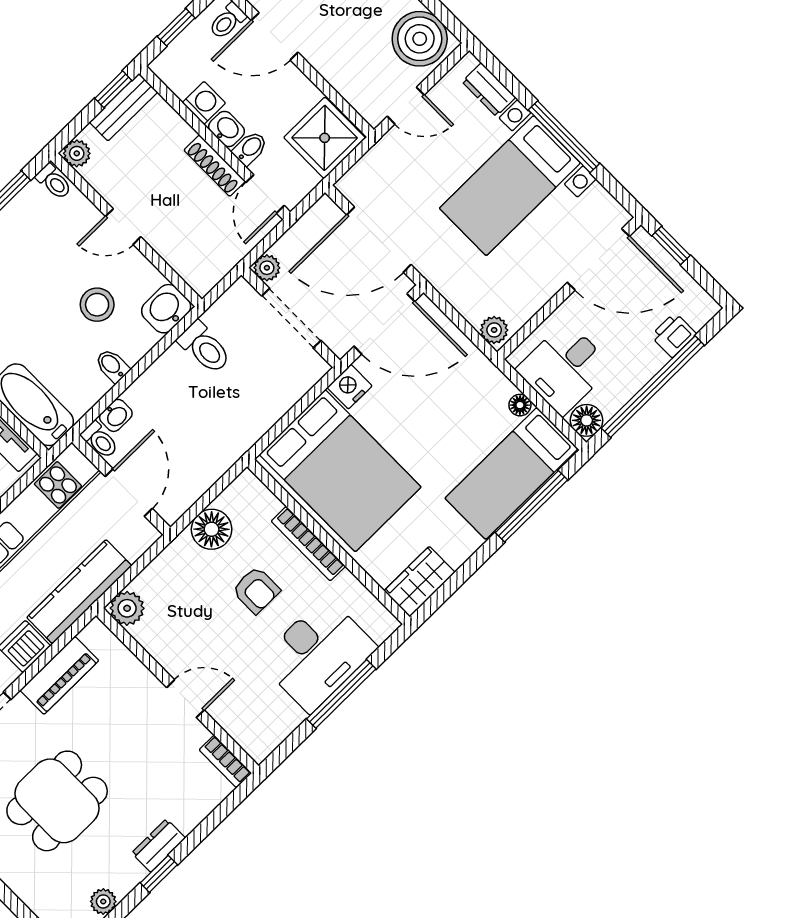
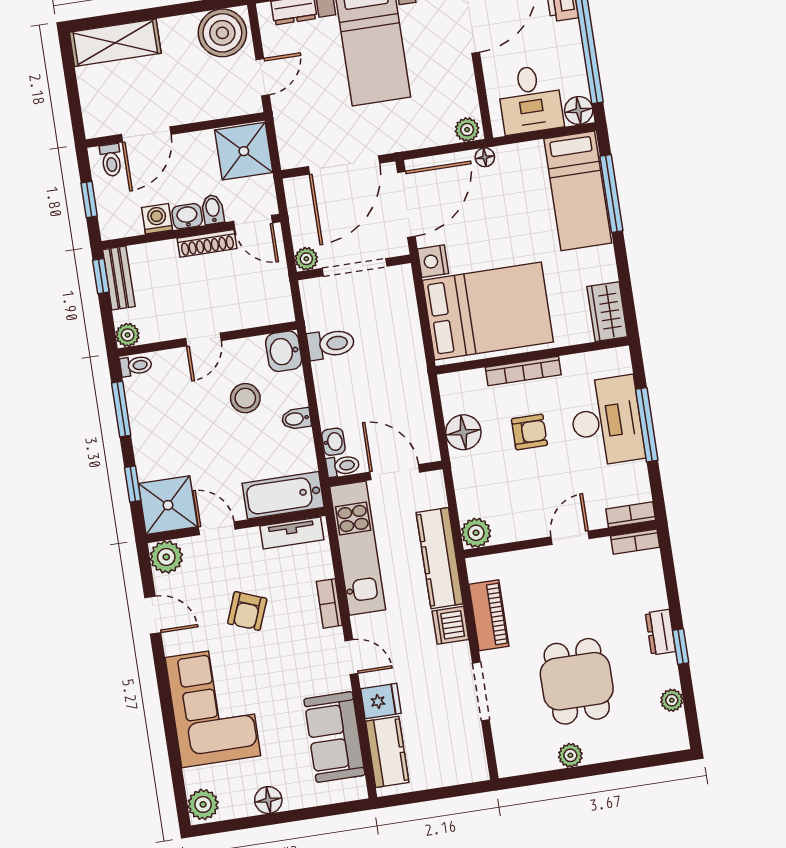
floor lamp: (520, 405) -> (485, 157), moved
bookcase: (247, 739) -> (631, 515), added

